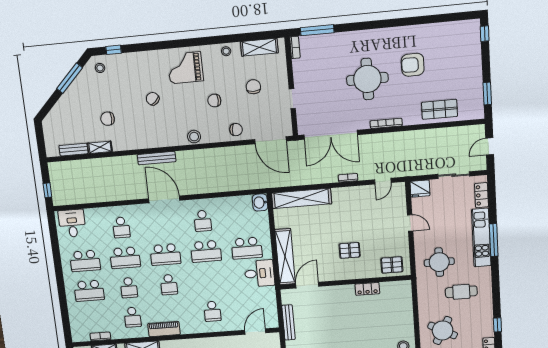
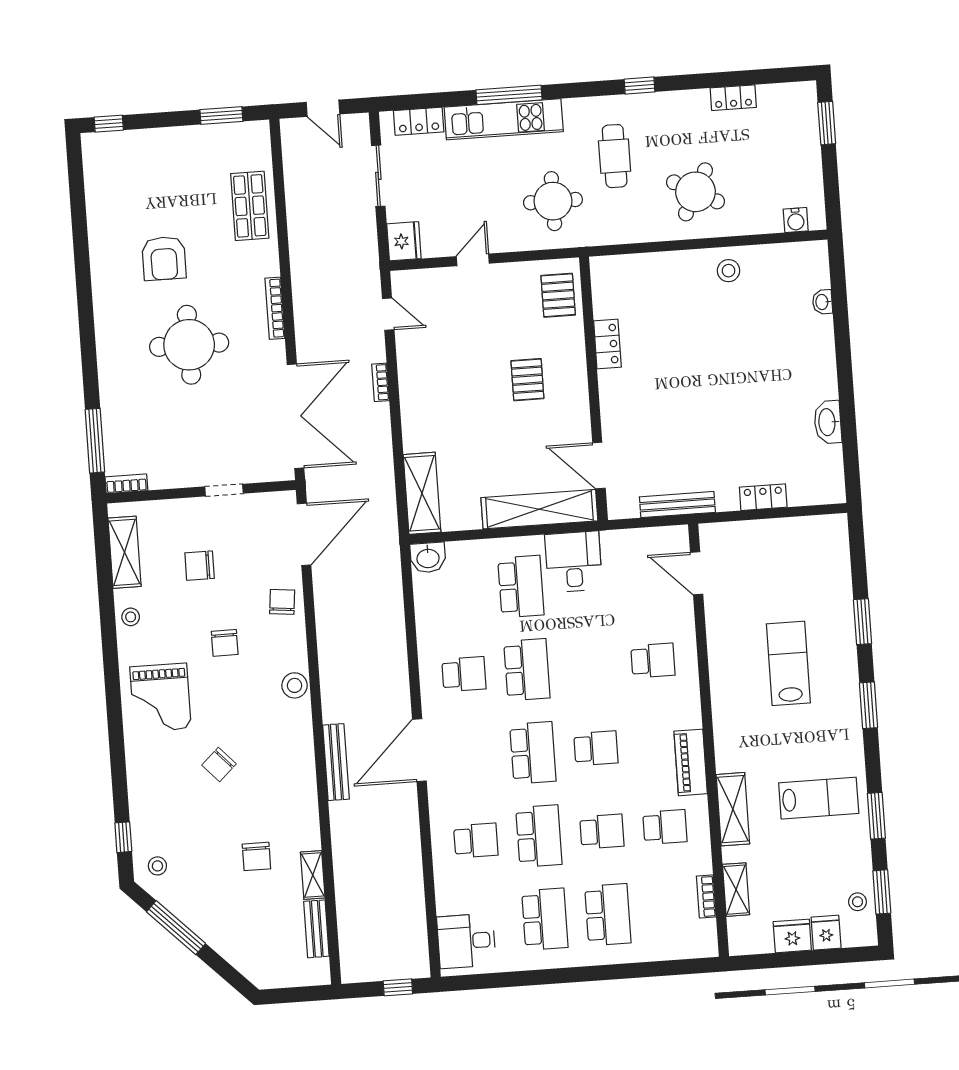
shelving: (302, 198) -> (422, 493), width x0.68
window: (497, 325) -> (640, 86), moved

